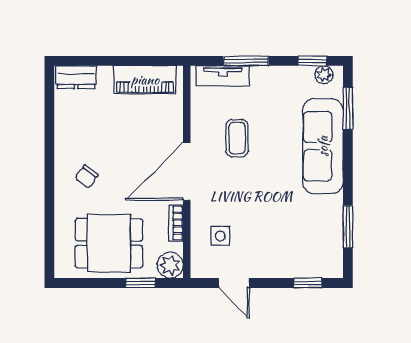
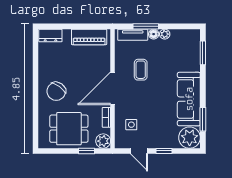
window: (312, 61) -> (183, 26), removed
floor lamp: (260, 75) -> (154, 34), added
plant: (324, 75) -> (165, 34), moved
sofa: (323, 146) -> (189, 99), moved
chair: (86, 177) -> (56, 91), width x1.87, depth x1.87
plant: (324, 259) -> (190, 138), added
window: (308, 283) -> (164, 151), moved

